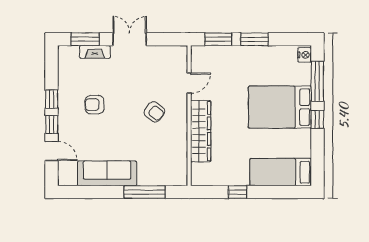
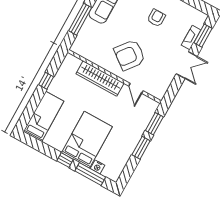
nightstand: (305, 55) -> (98, 167), moved
armchair: (154, 112) -> (130, 55), width x1.88, depth x1.88

